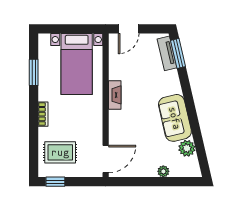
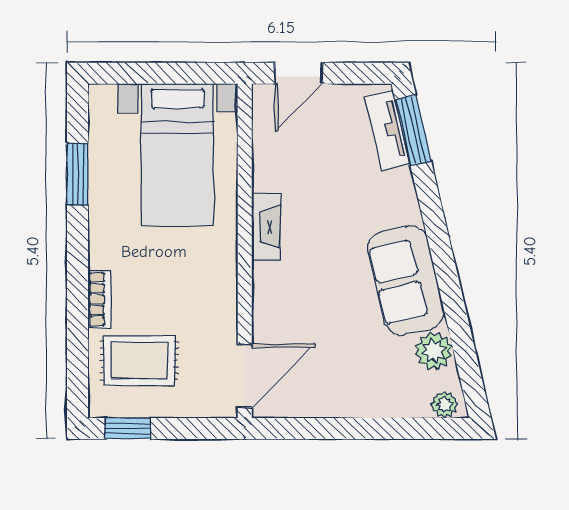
bookcase: (43, 114) -> (99, 299), moved
plant: (163, 171) -> (444, 405), moved

